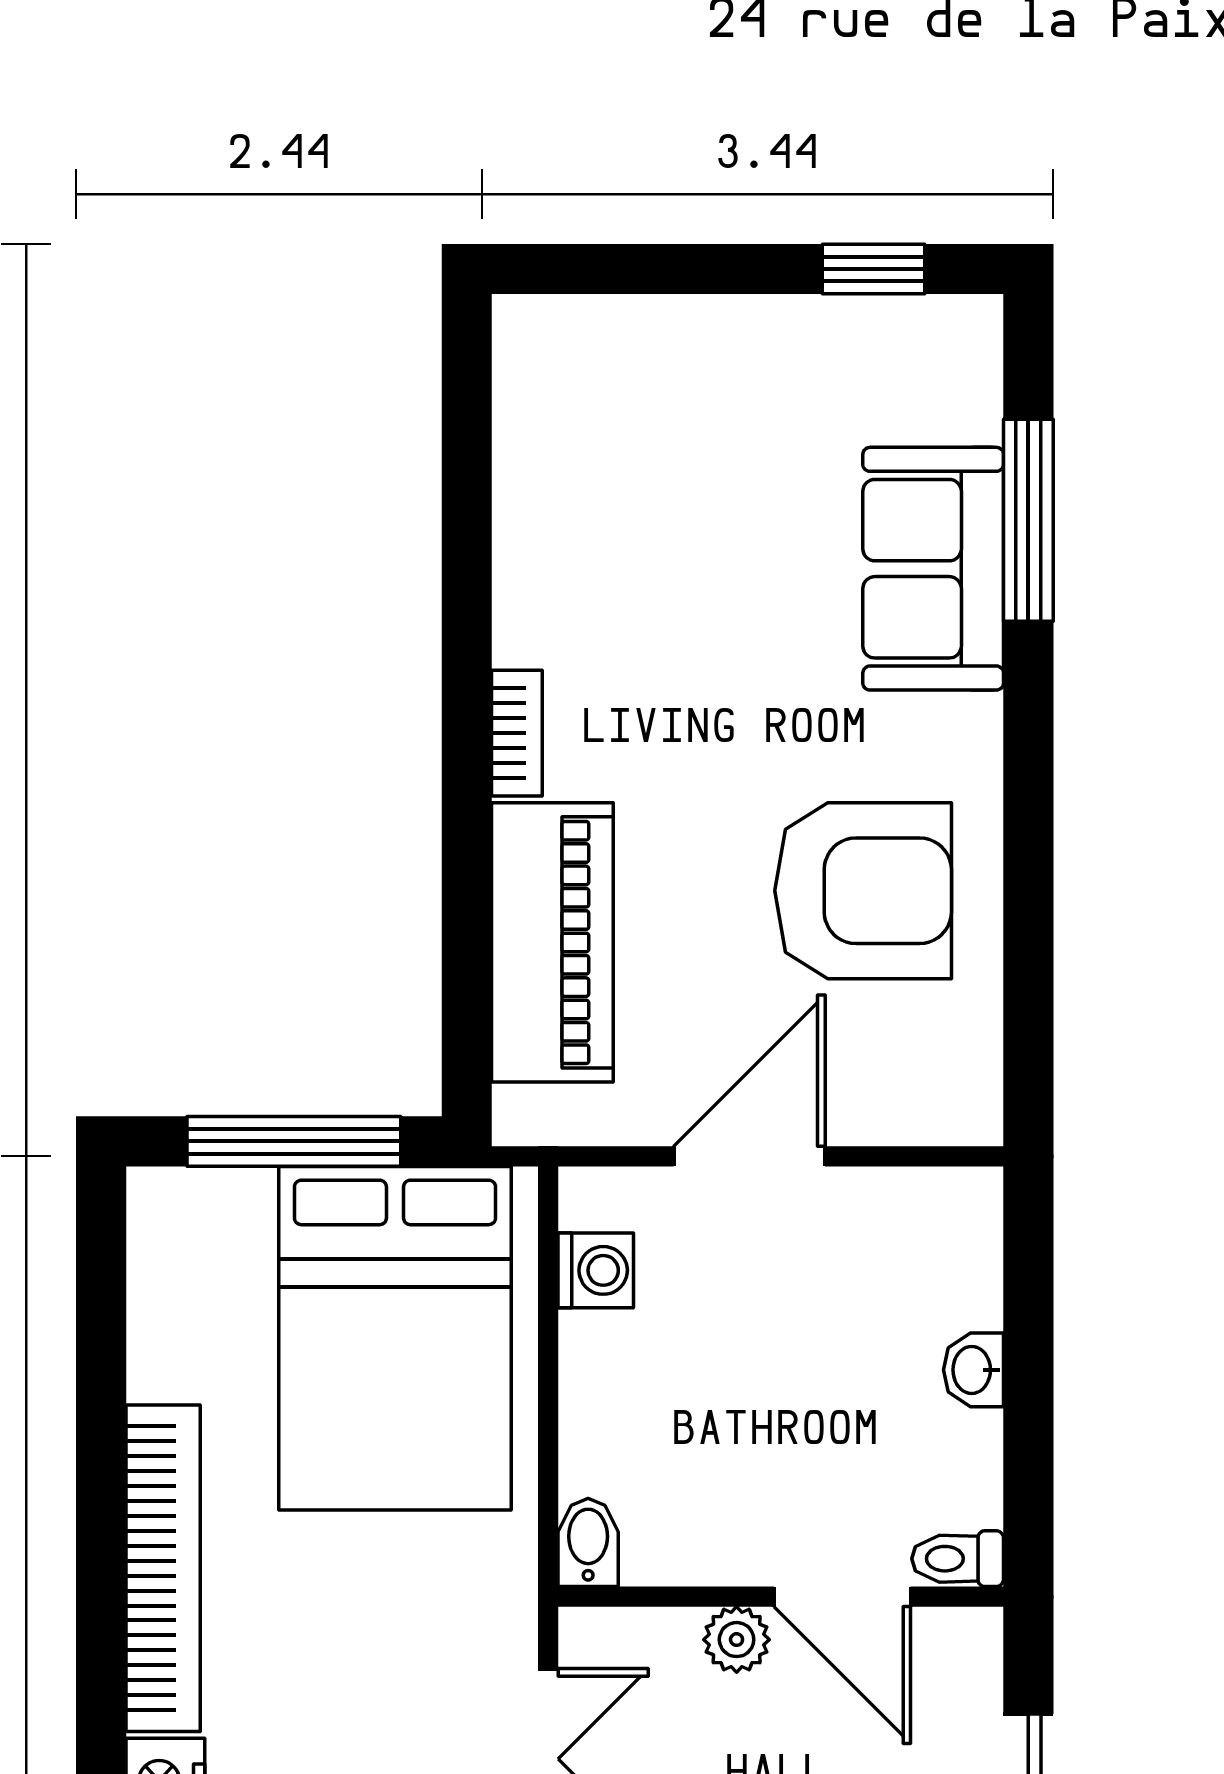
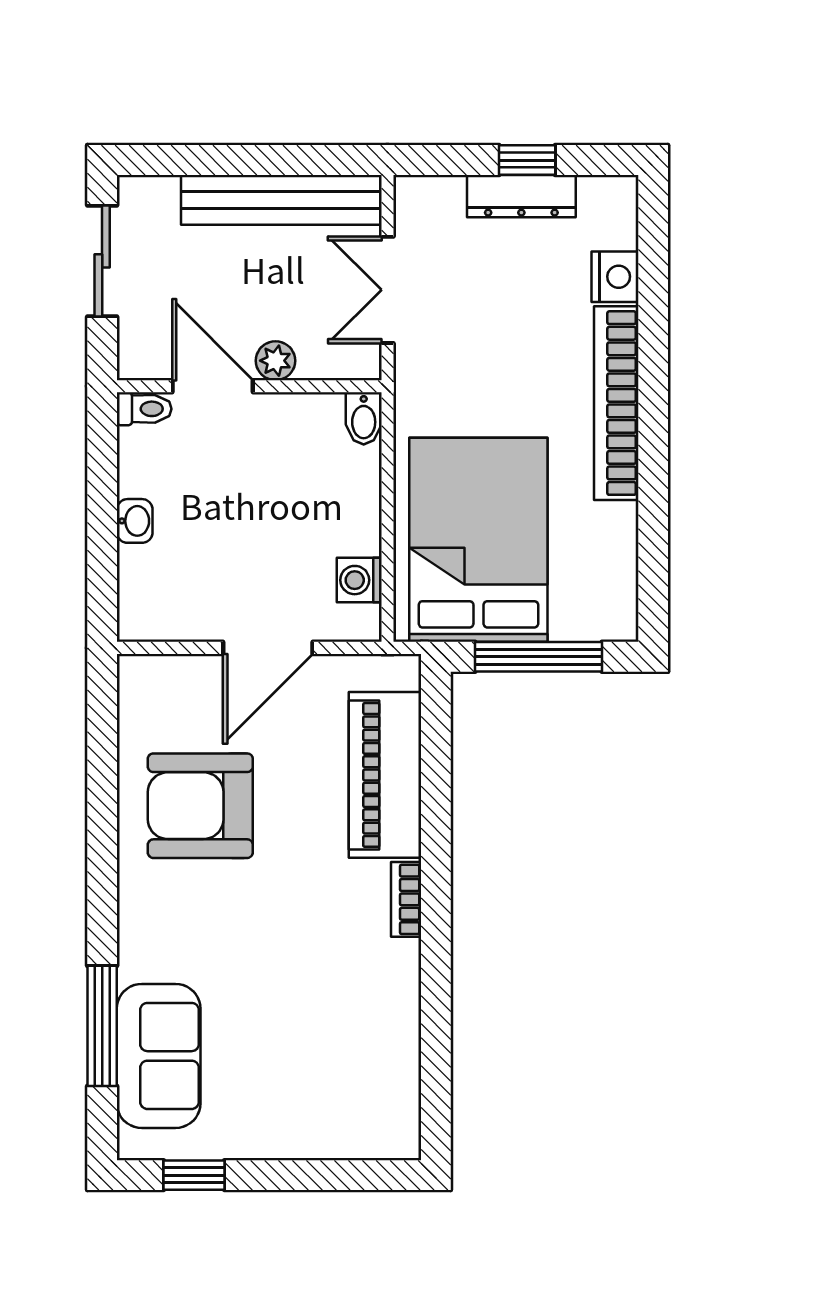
sofa: (933, 569) -> (159, 1056), moved

